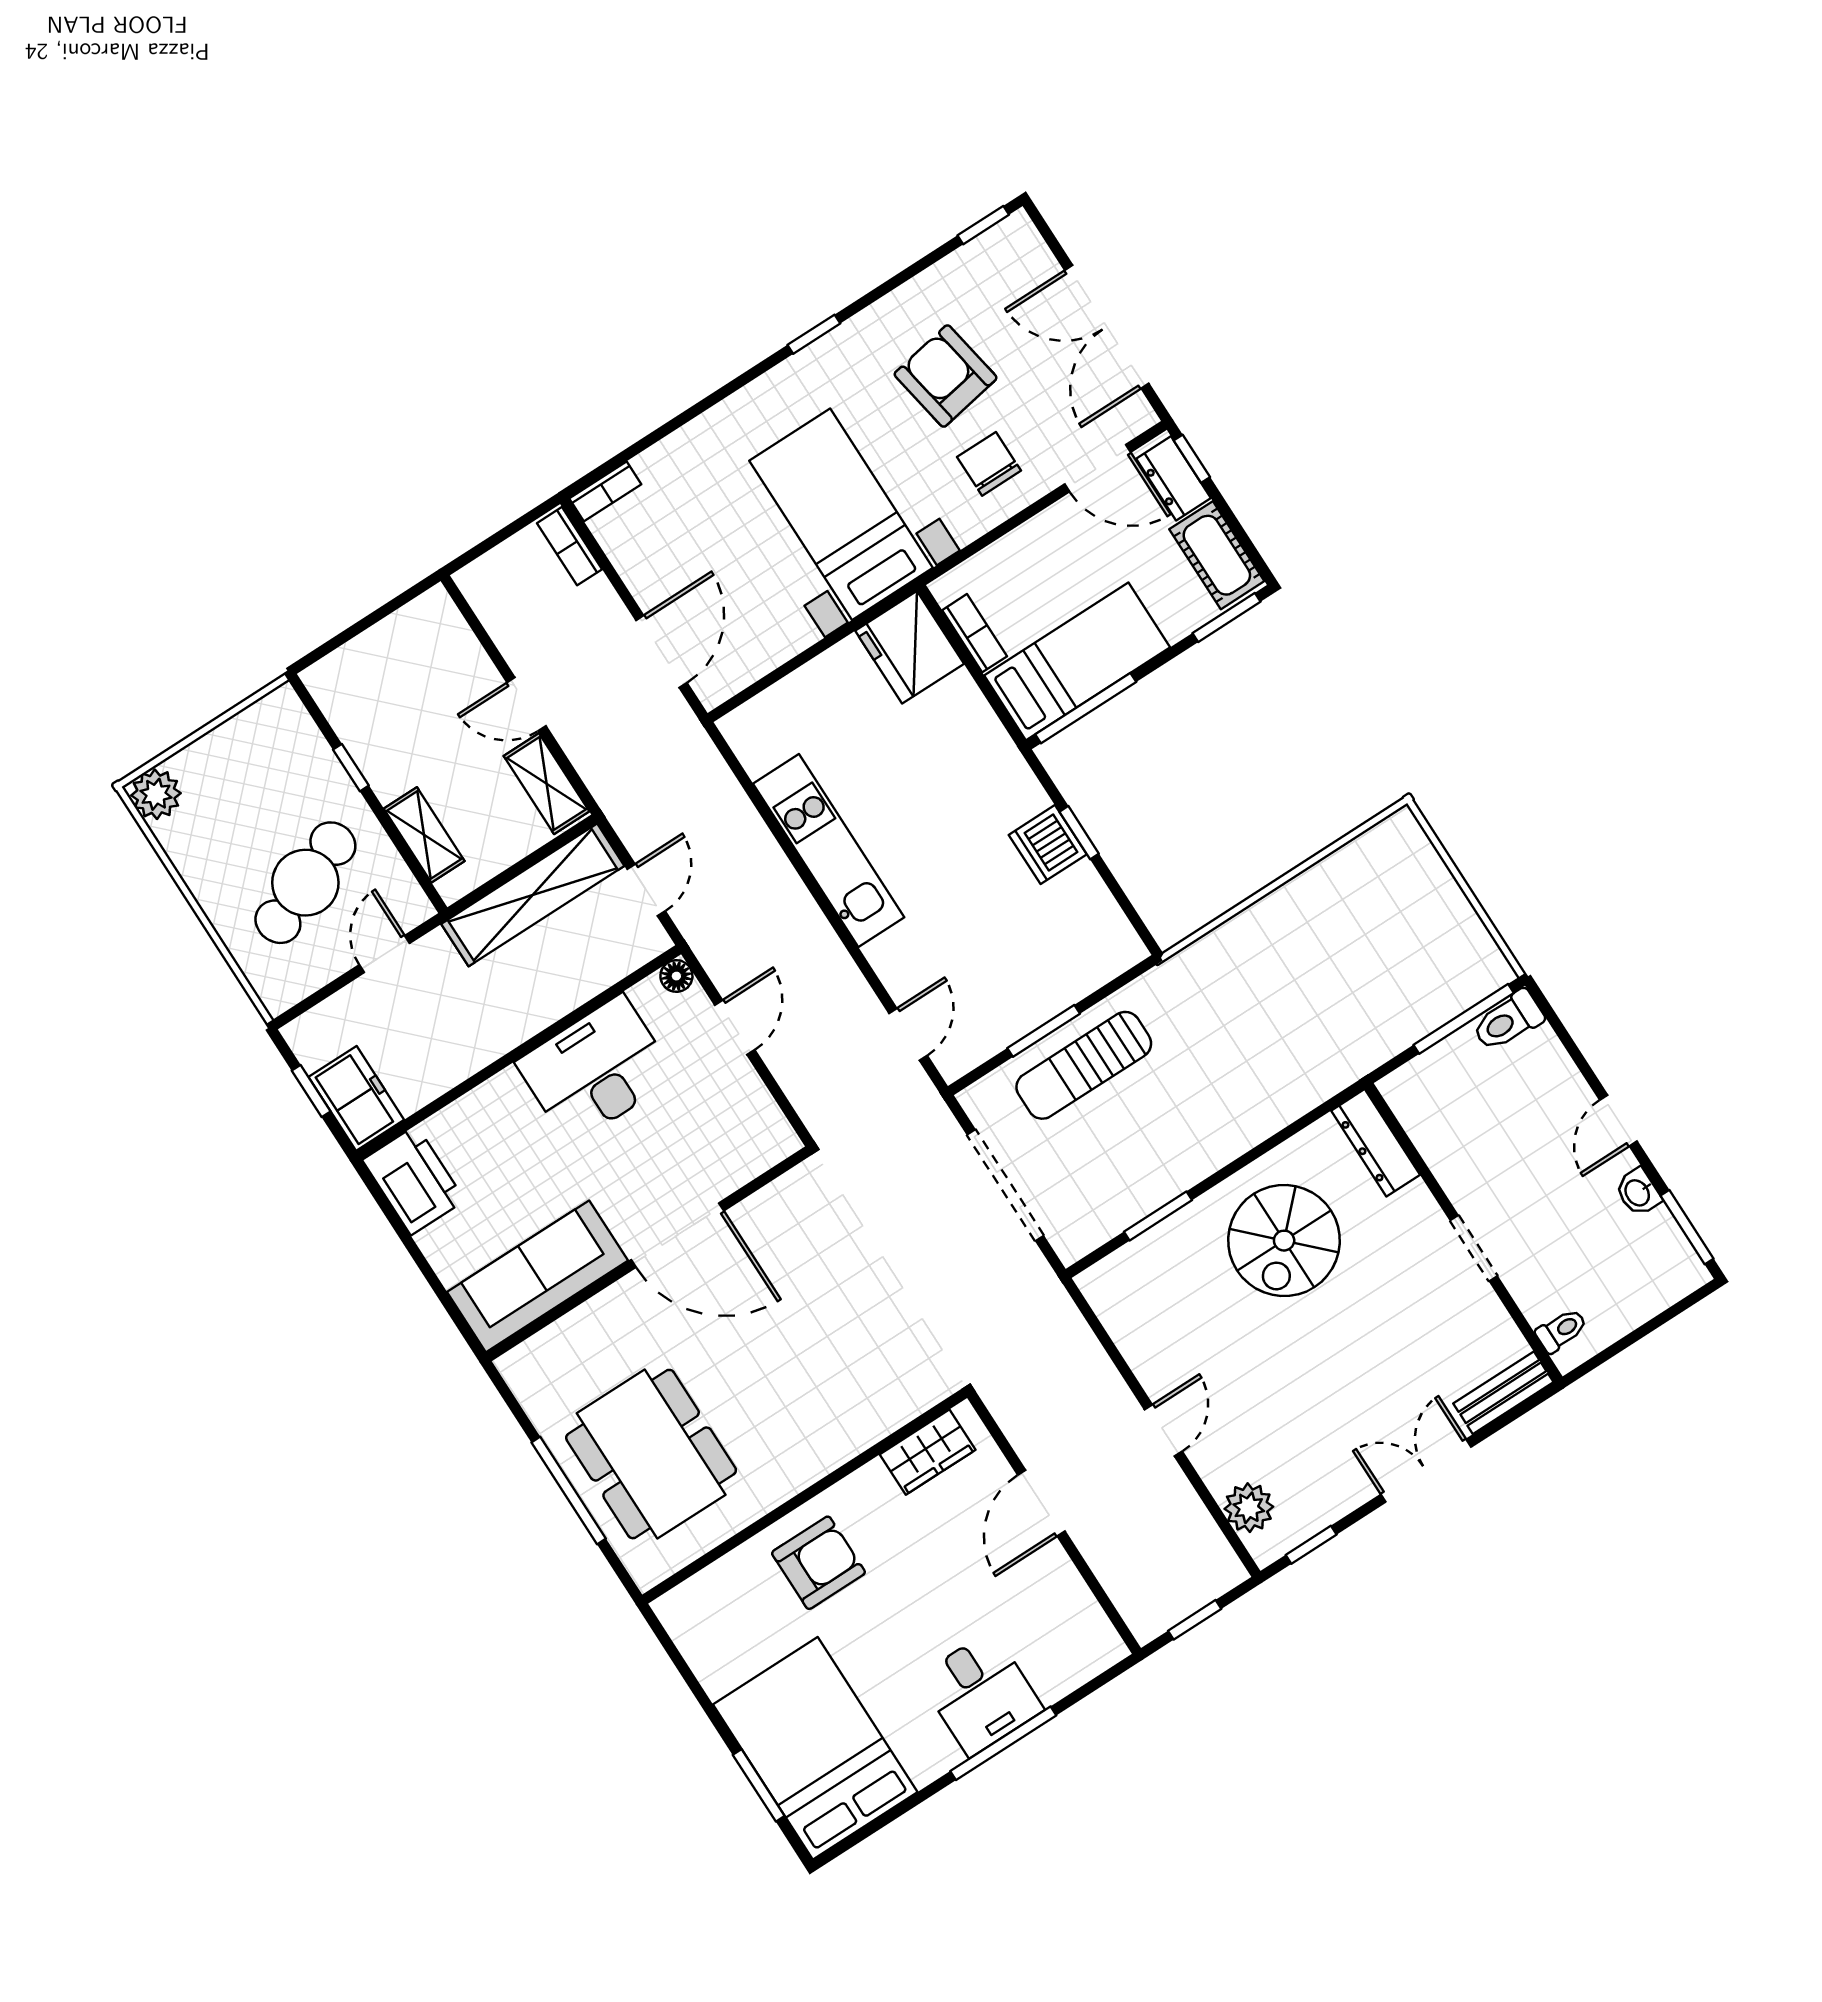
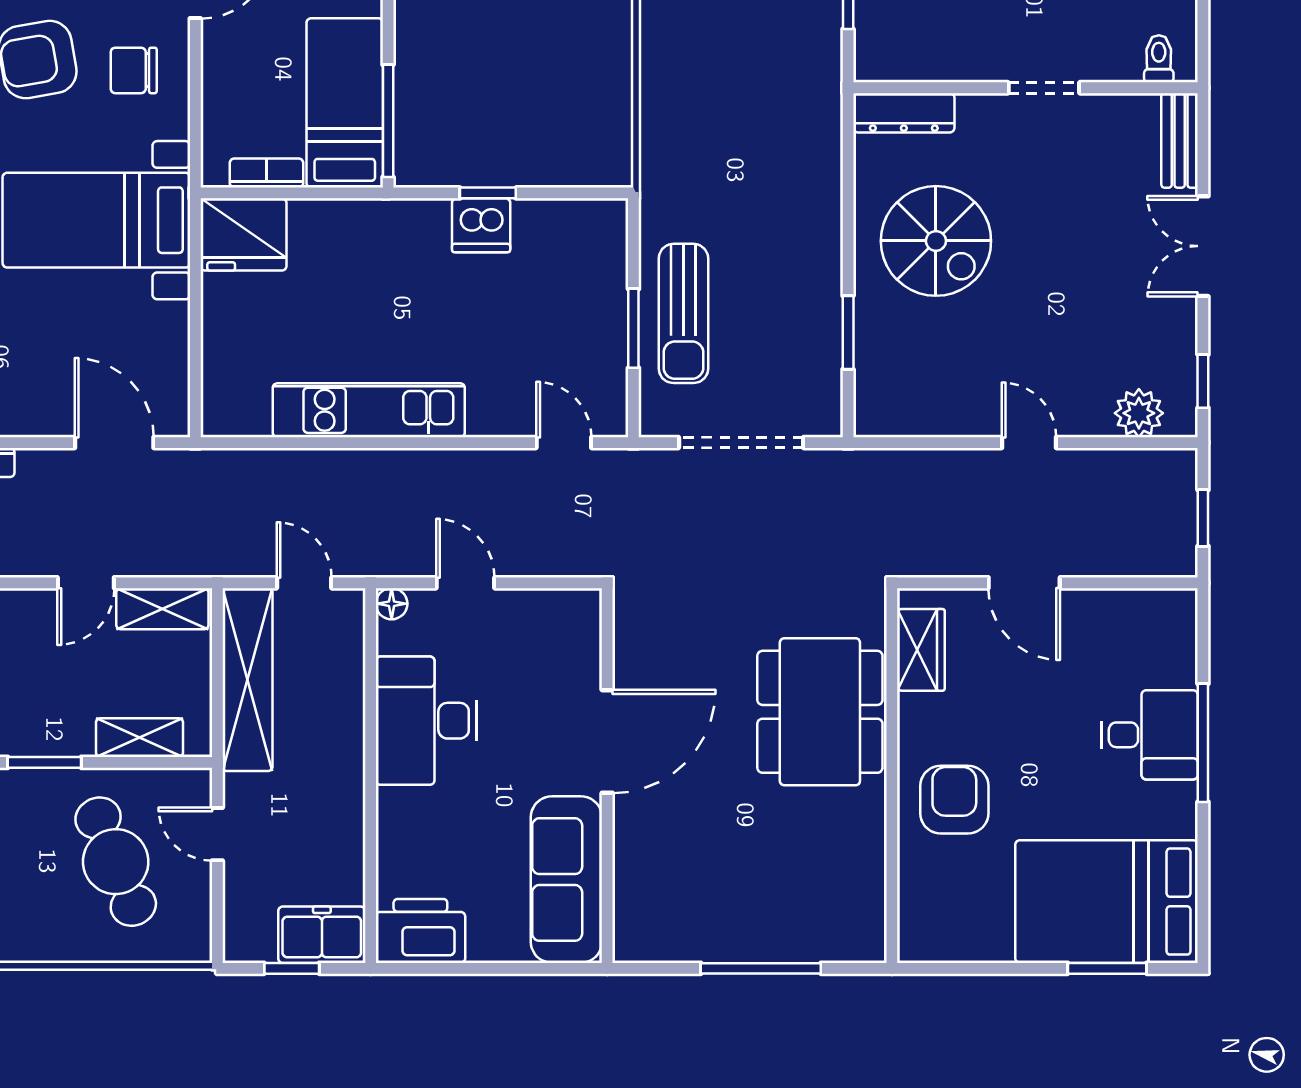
window: (351, 768) -> (44, 762), width x1.50
dining table: (651, 1454) -> (820, 712), moved, turned 90

